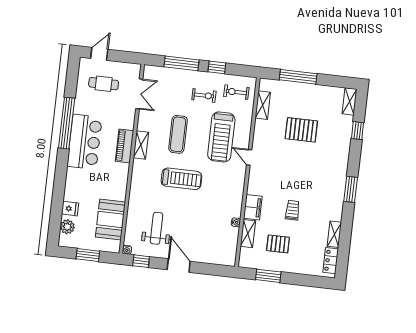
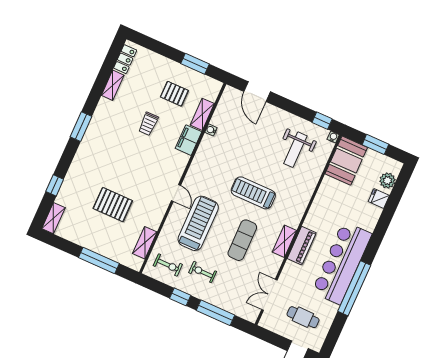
bar counter: (85, 142) -> (342, 263), width x1.36
booth: (110, 220) -> (346, 161), moved
door: (179, 266) -> (257, 92), moved

